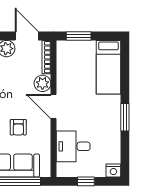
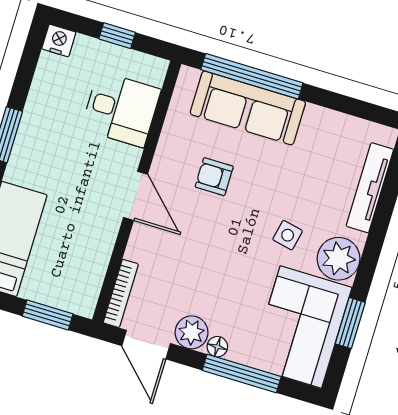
plant: (42, 83) -> (143, 246), removed
armchair: (18, 127) -> (214, 177), turned -90

